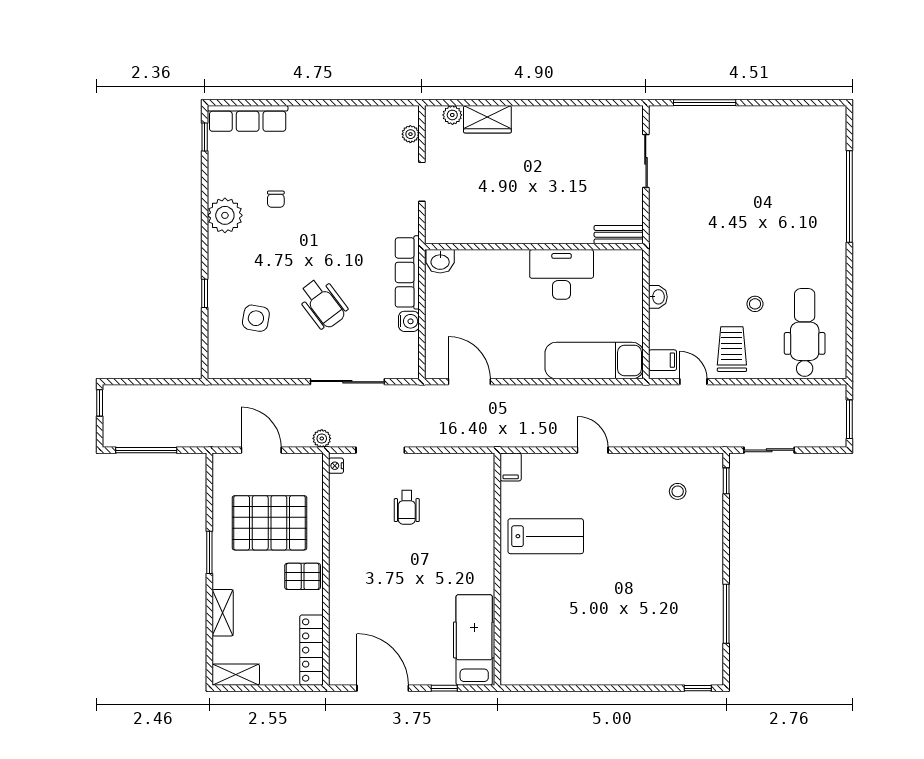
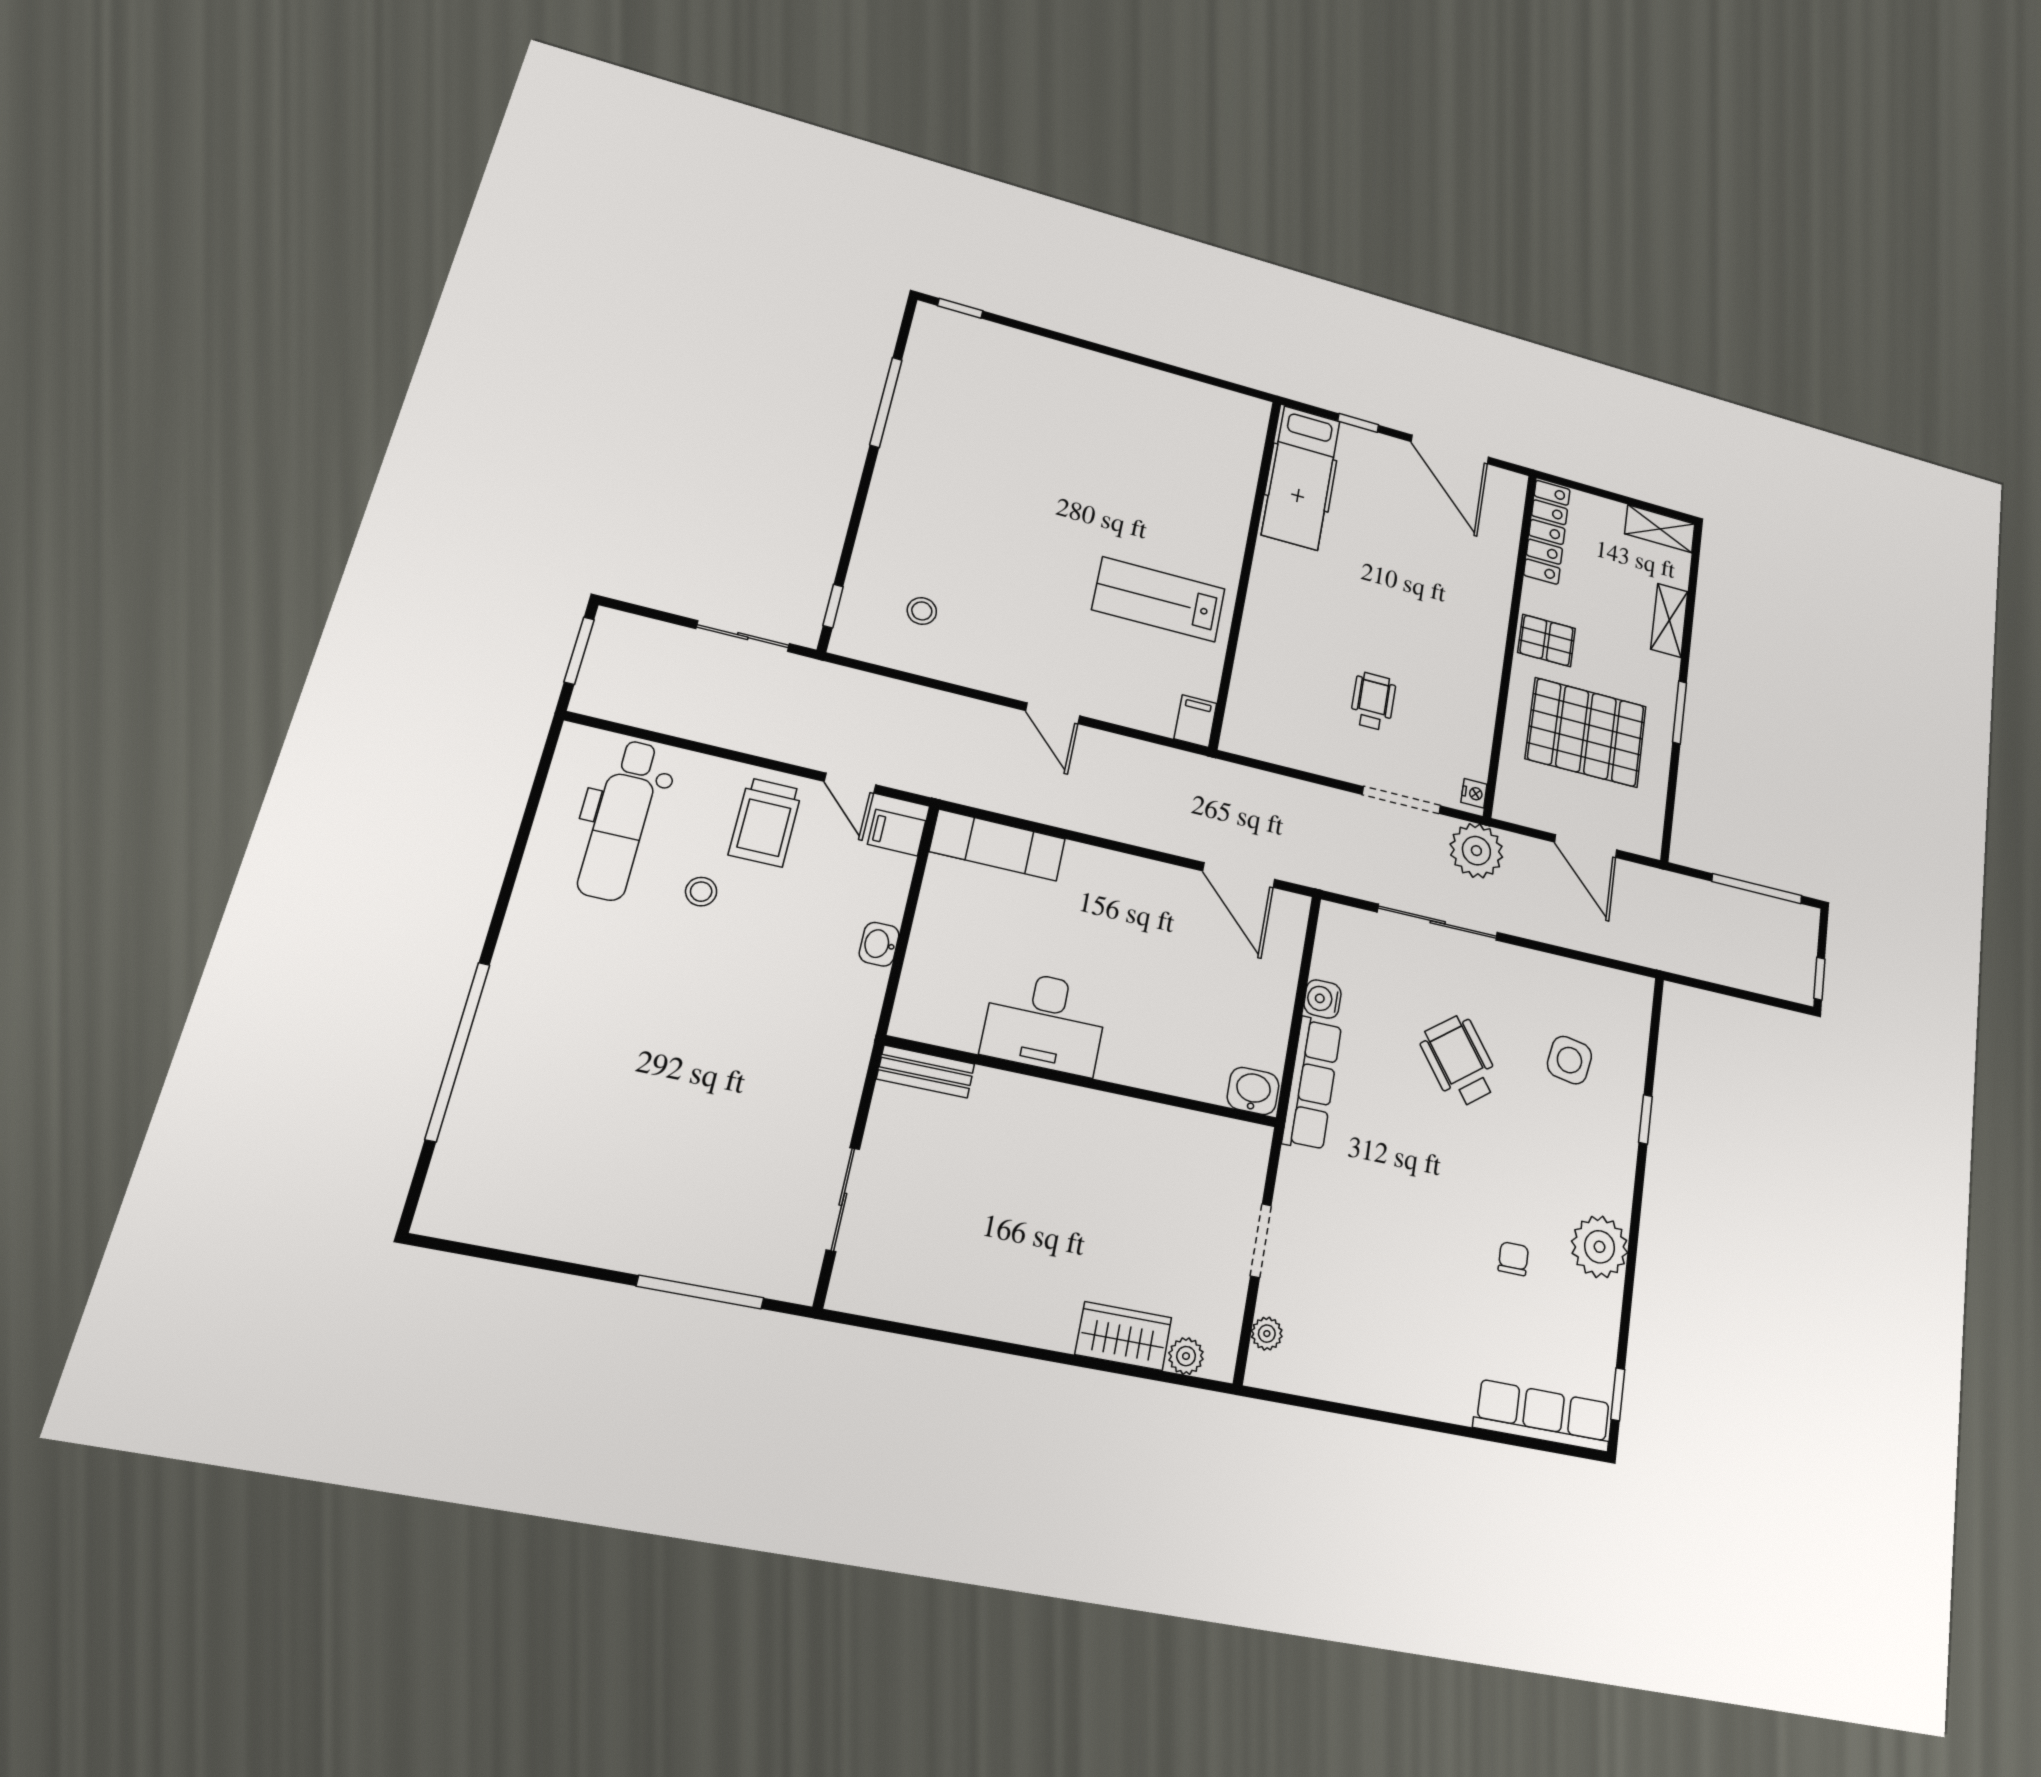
exam couch: (594, 361) -> (998, 845), width x0.73, depth x0.69
plant: (322, 438) -> (1476, 851), width x1.87, depth x1.87

